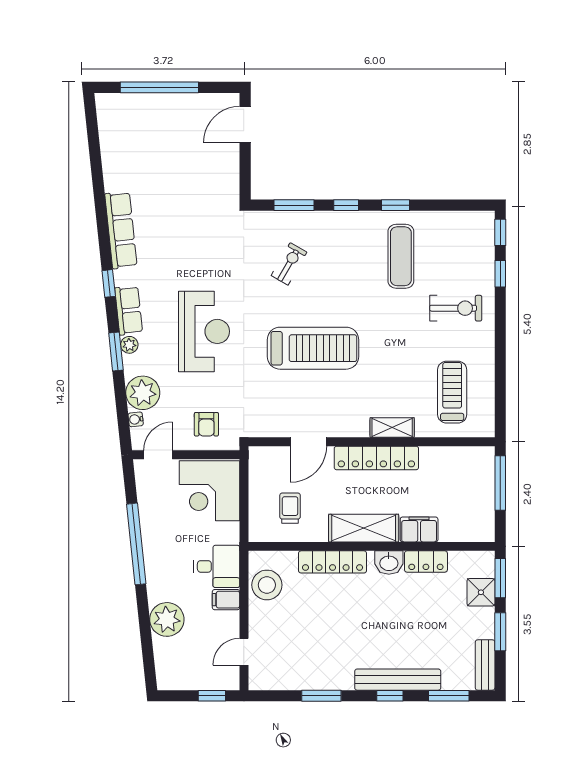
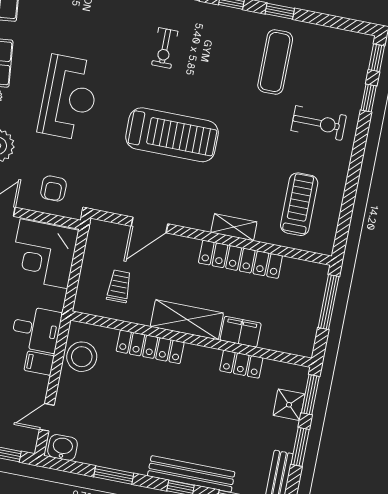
exercise bike: (289, 264) -> (165, 48), turned 150
locker: (376, 458) -> (240, 259), moved
washbasin: (389, 563) -> (63, 447), moved, turned 180

